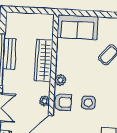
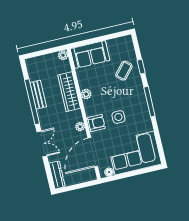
plant: (48, 19) -> (63, 55), added
plant: (60, 80) -> (86, 94), moved

